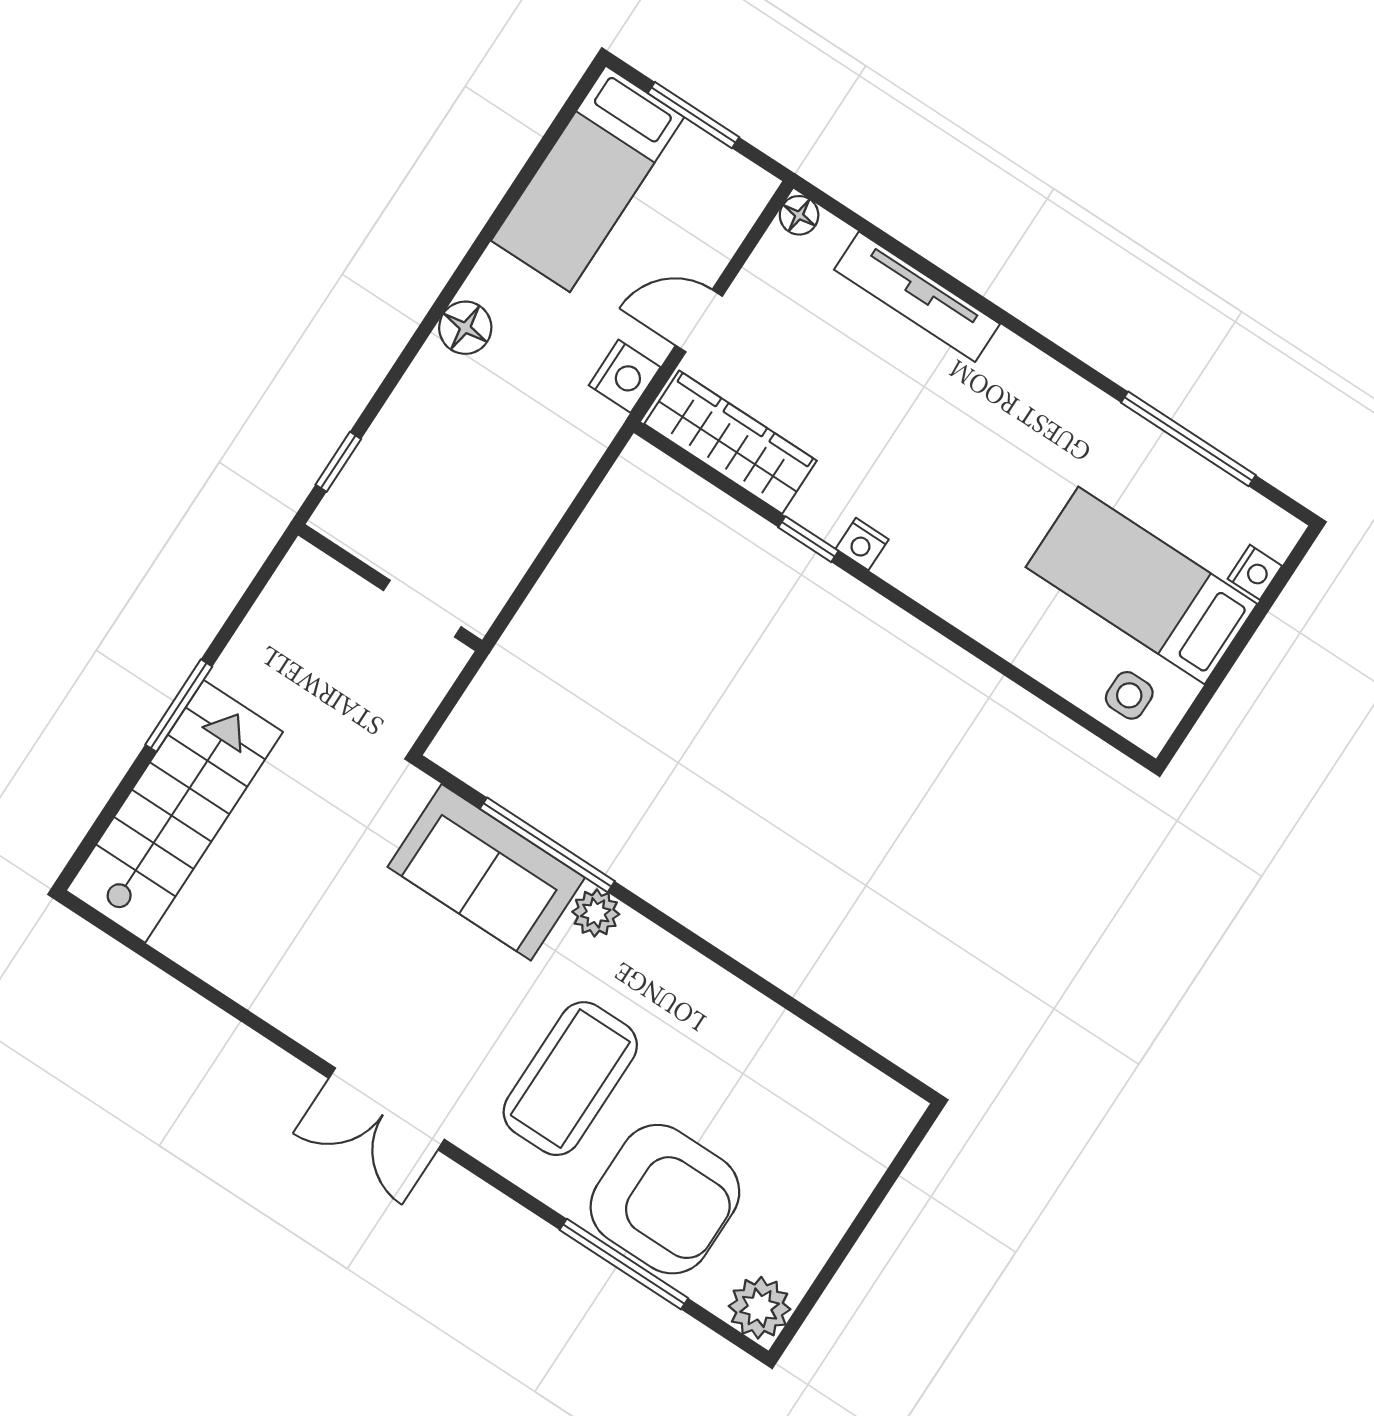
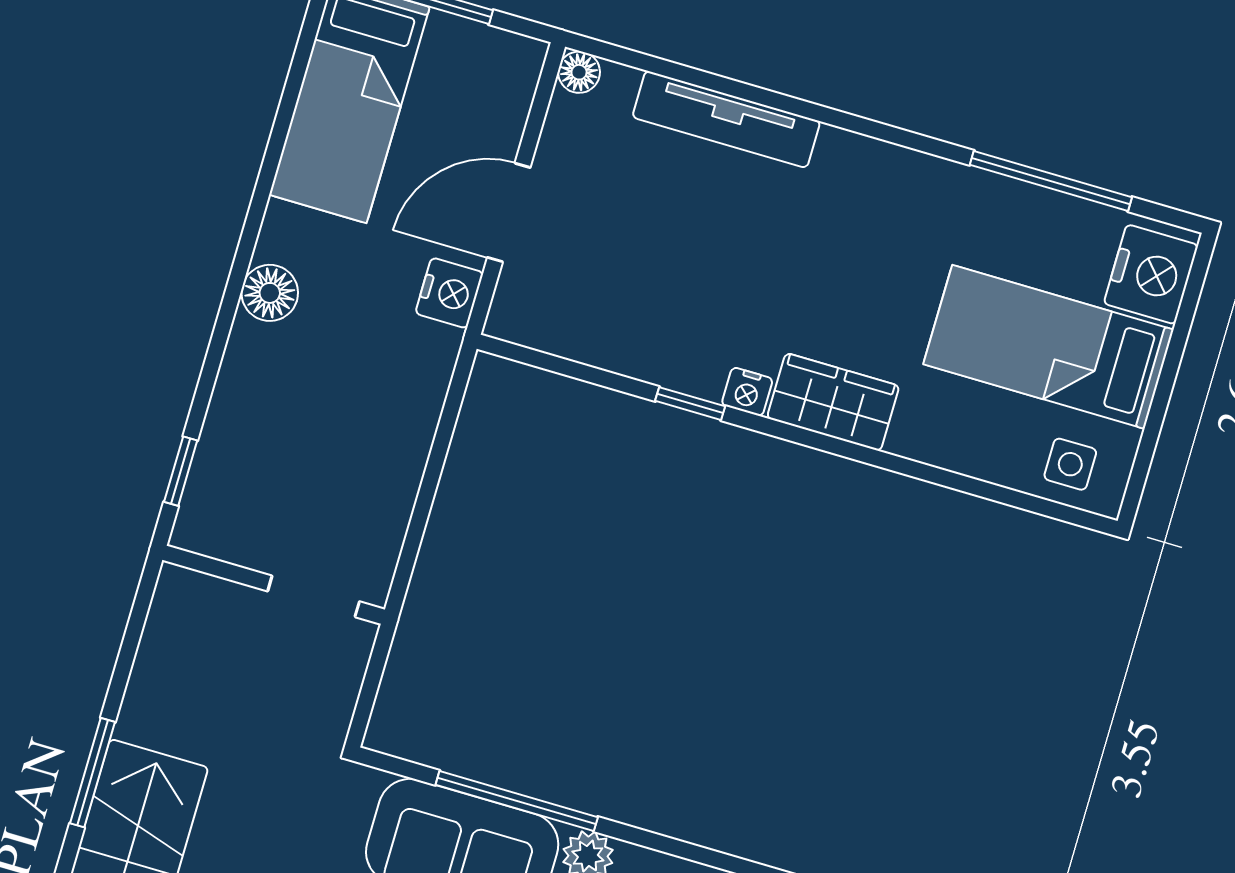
door: (699, 321) -> (509, 212), width x1.38
wardrobe: (731, 442) -> (833, 402), moved, width x0.67
nightstand: (1255, 572) -> (1151, 274), width x1.89, depth x1.79

